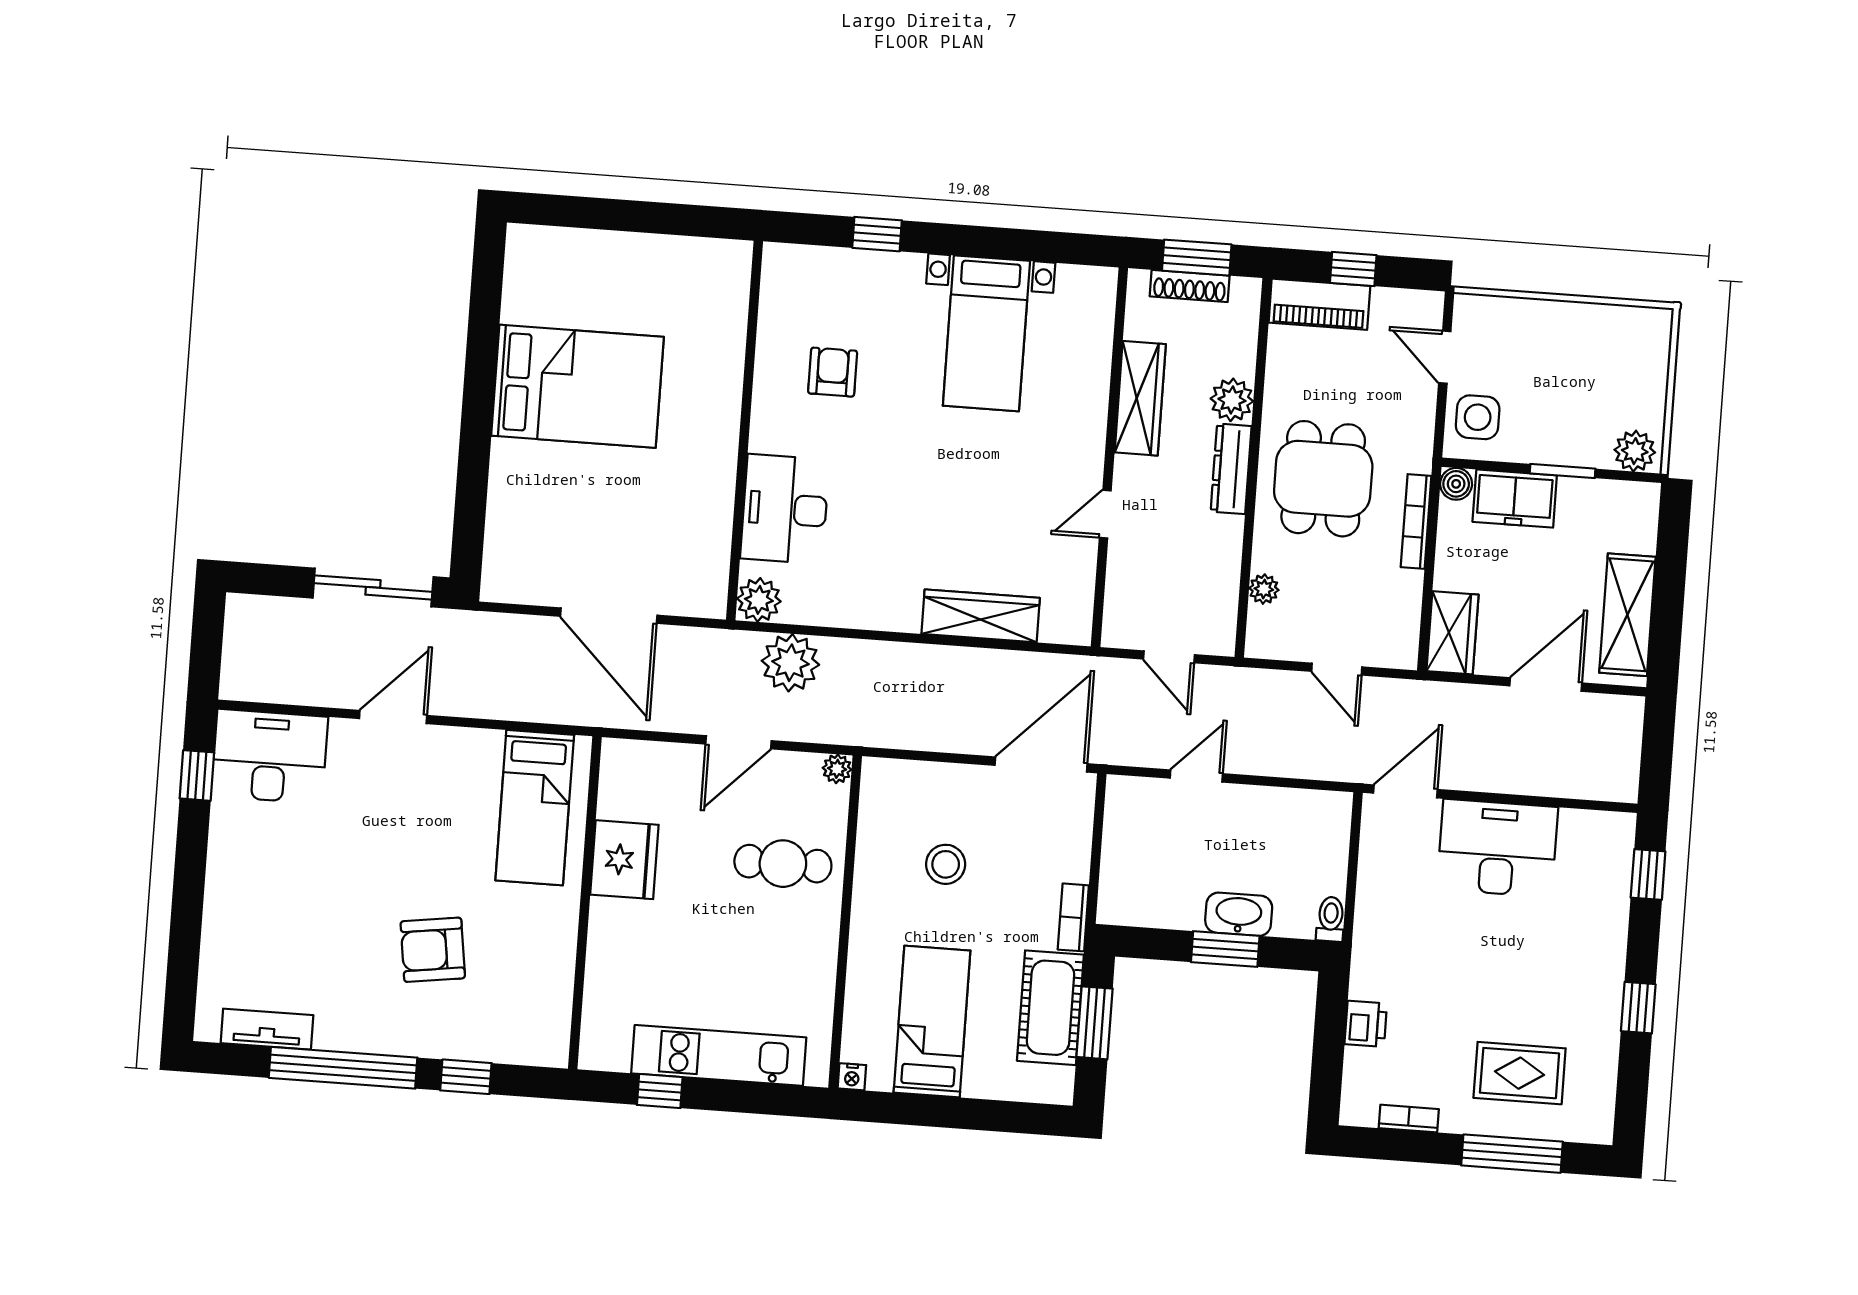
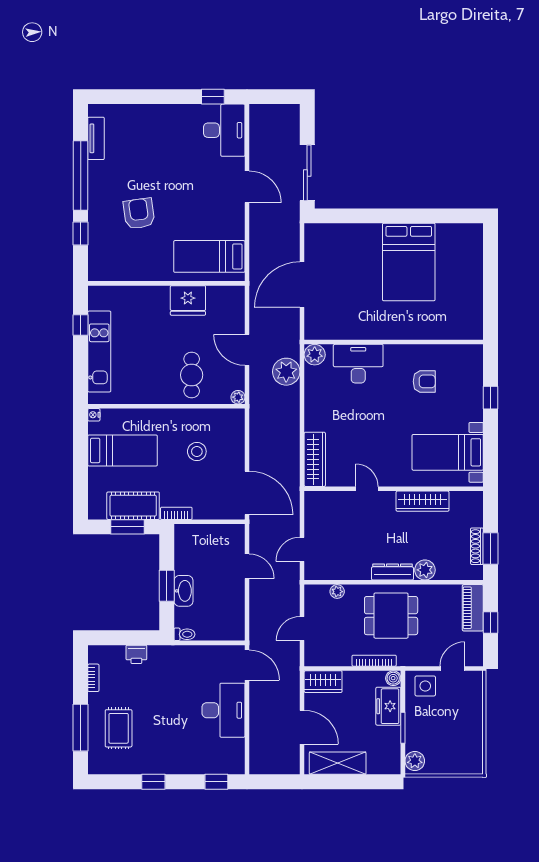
wardrobe: (1140, 398) -> (423, 501), moved
wall: (1110, 457) -> (394, 489), moved
door: (1105, 514) -> (367, 489), moved

